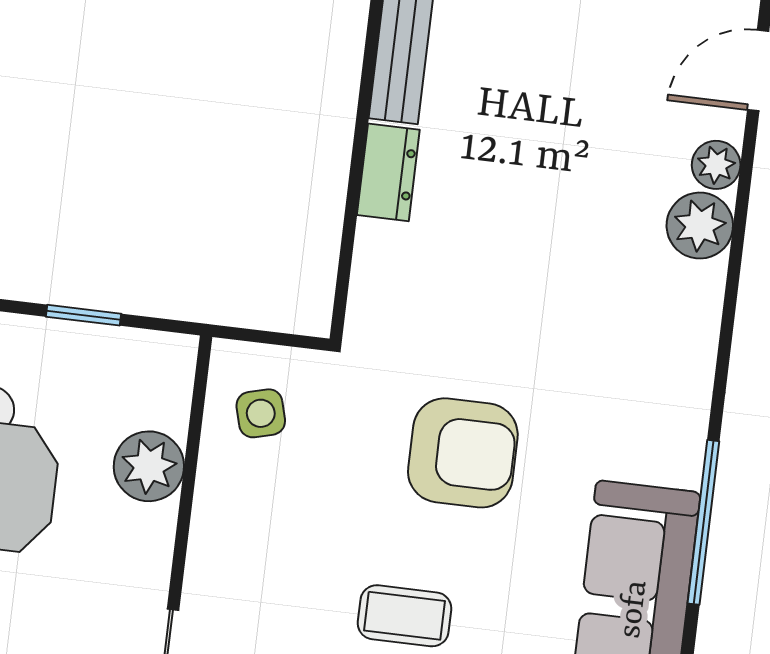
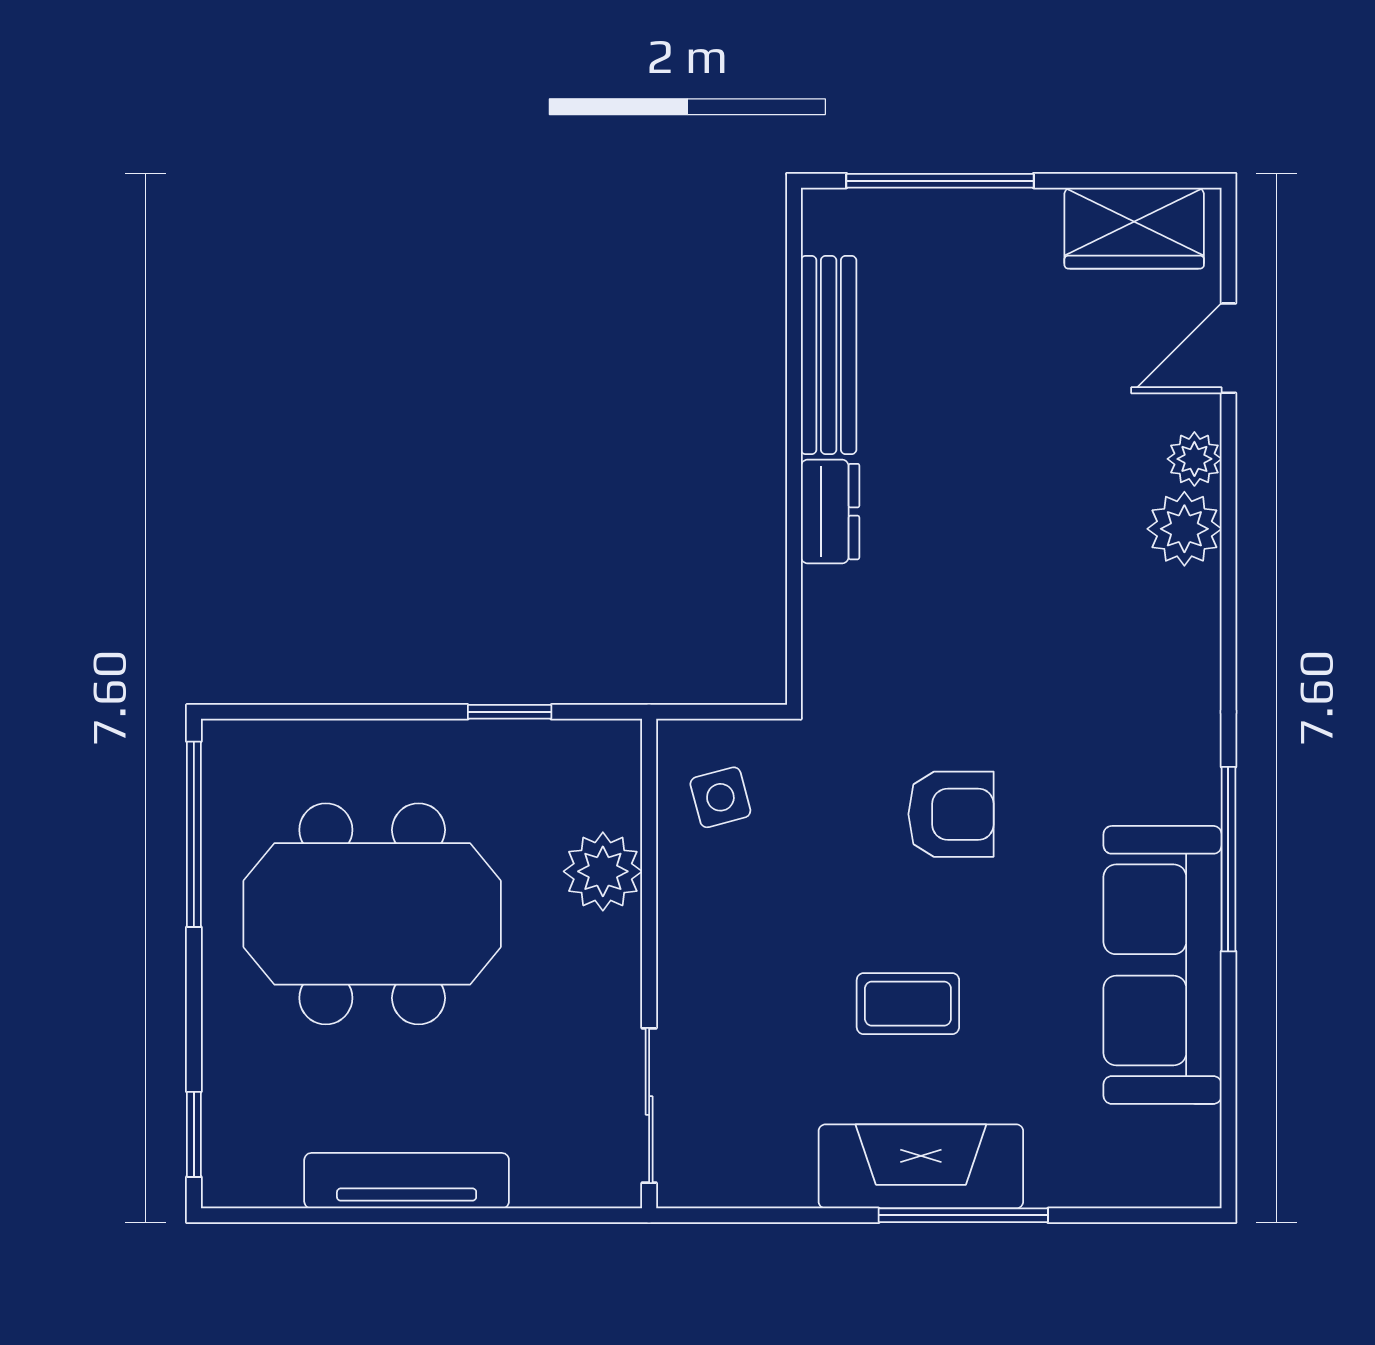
armchair: (463, 453) -> (951, 814), width x0.72, depth x0.72

